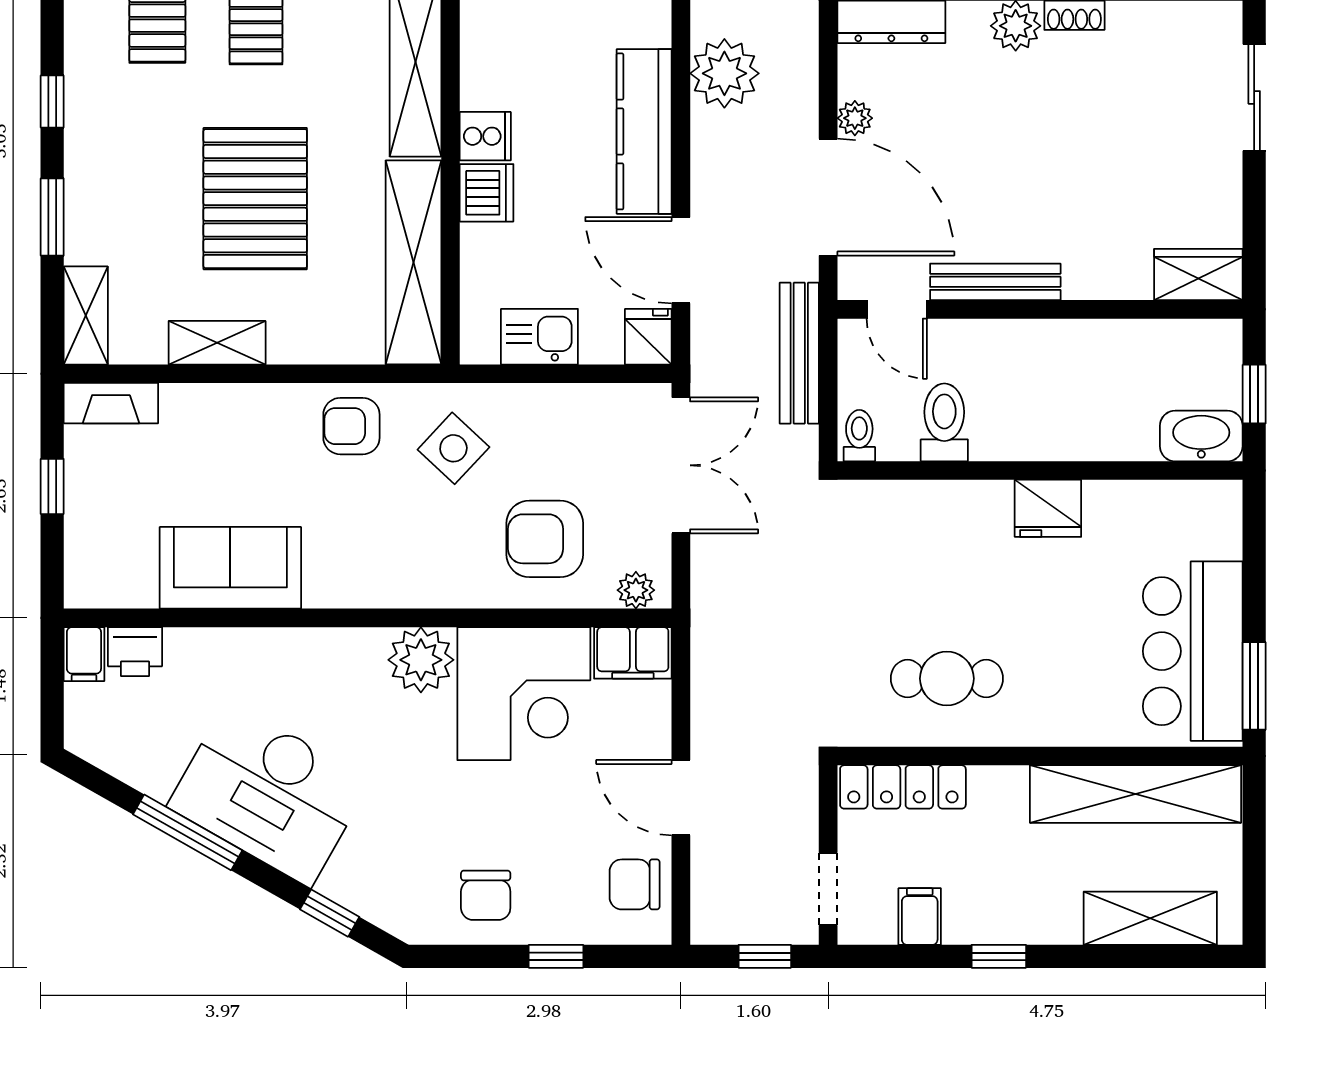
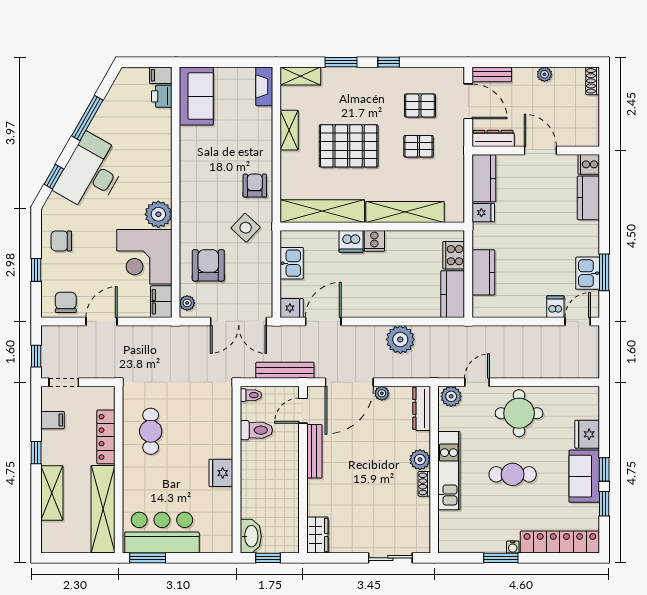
kitchen counter: (644, 131) -> (376, 306), removed
window: (52, 486) -> (230, 62), removed
sofa: (230, 568) -> (196, 96), moved
locker: (903, 787) -> (106, 437), moved
desk: (269, 794) -> (91, 173), moved
shelving: (1150, 918) -> (52, 493), moved

